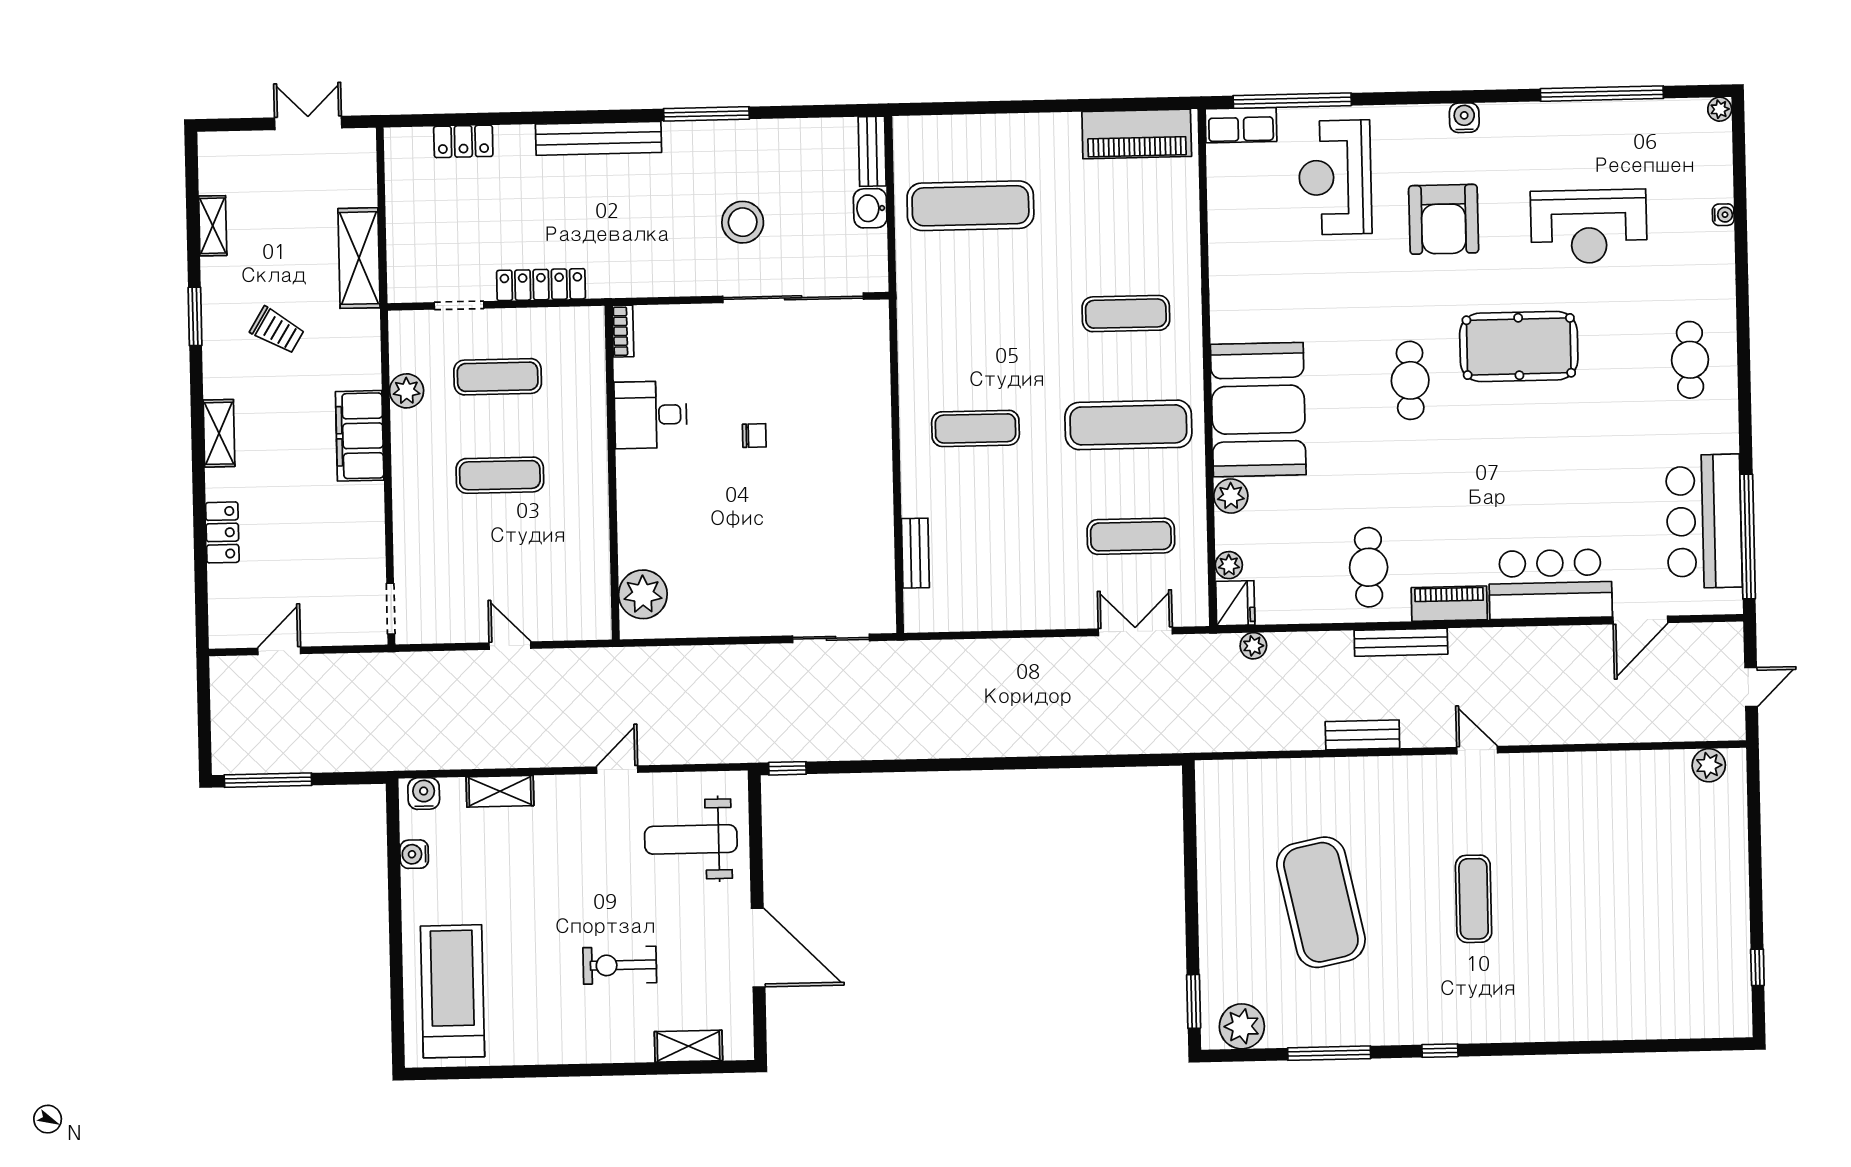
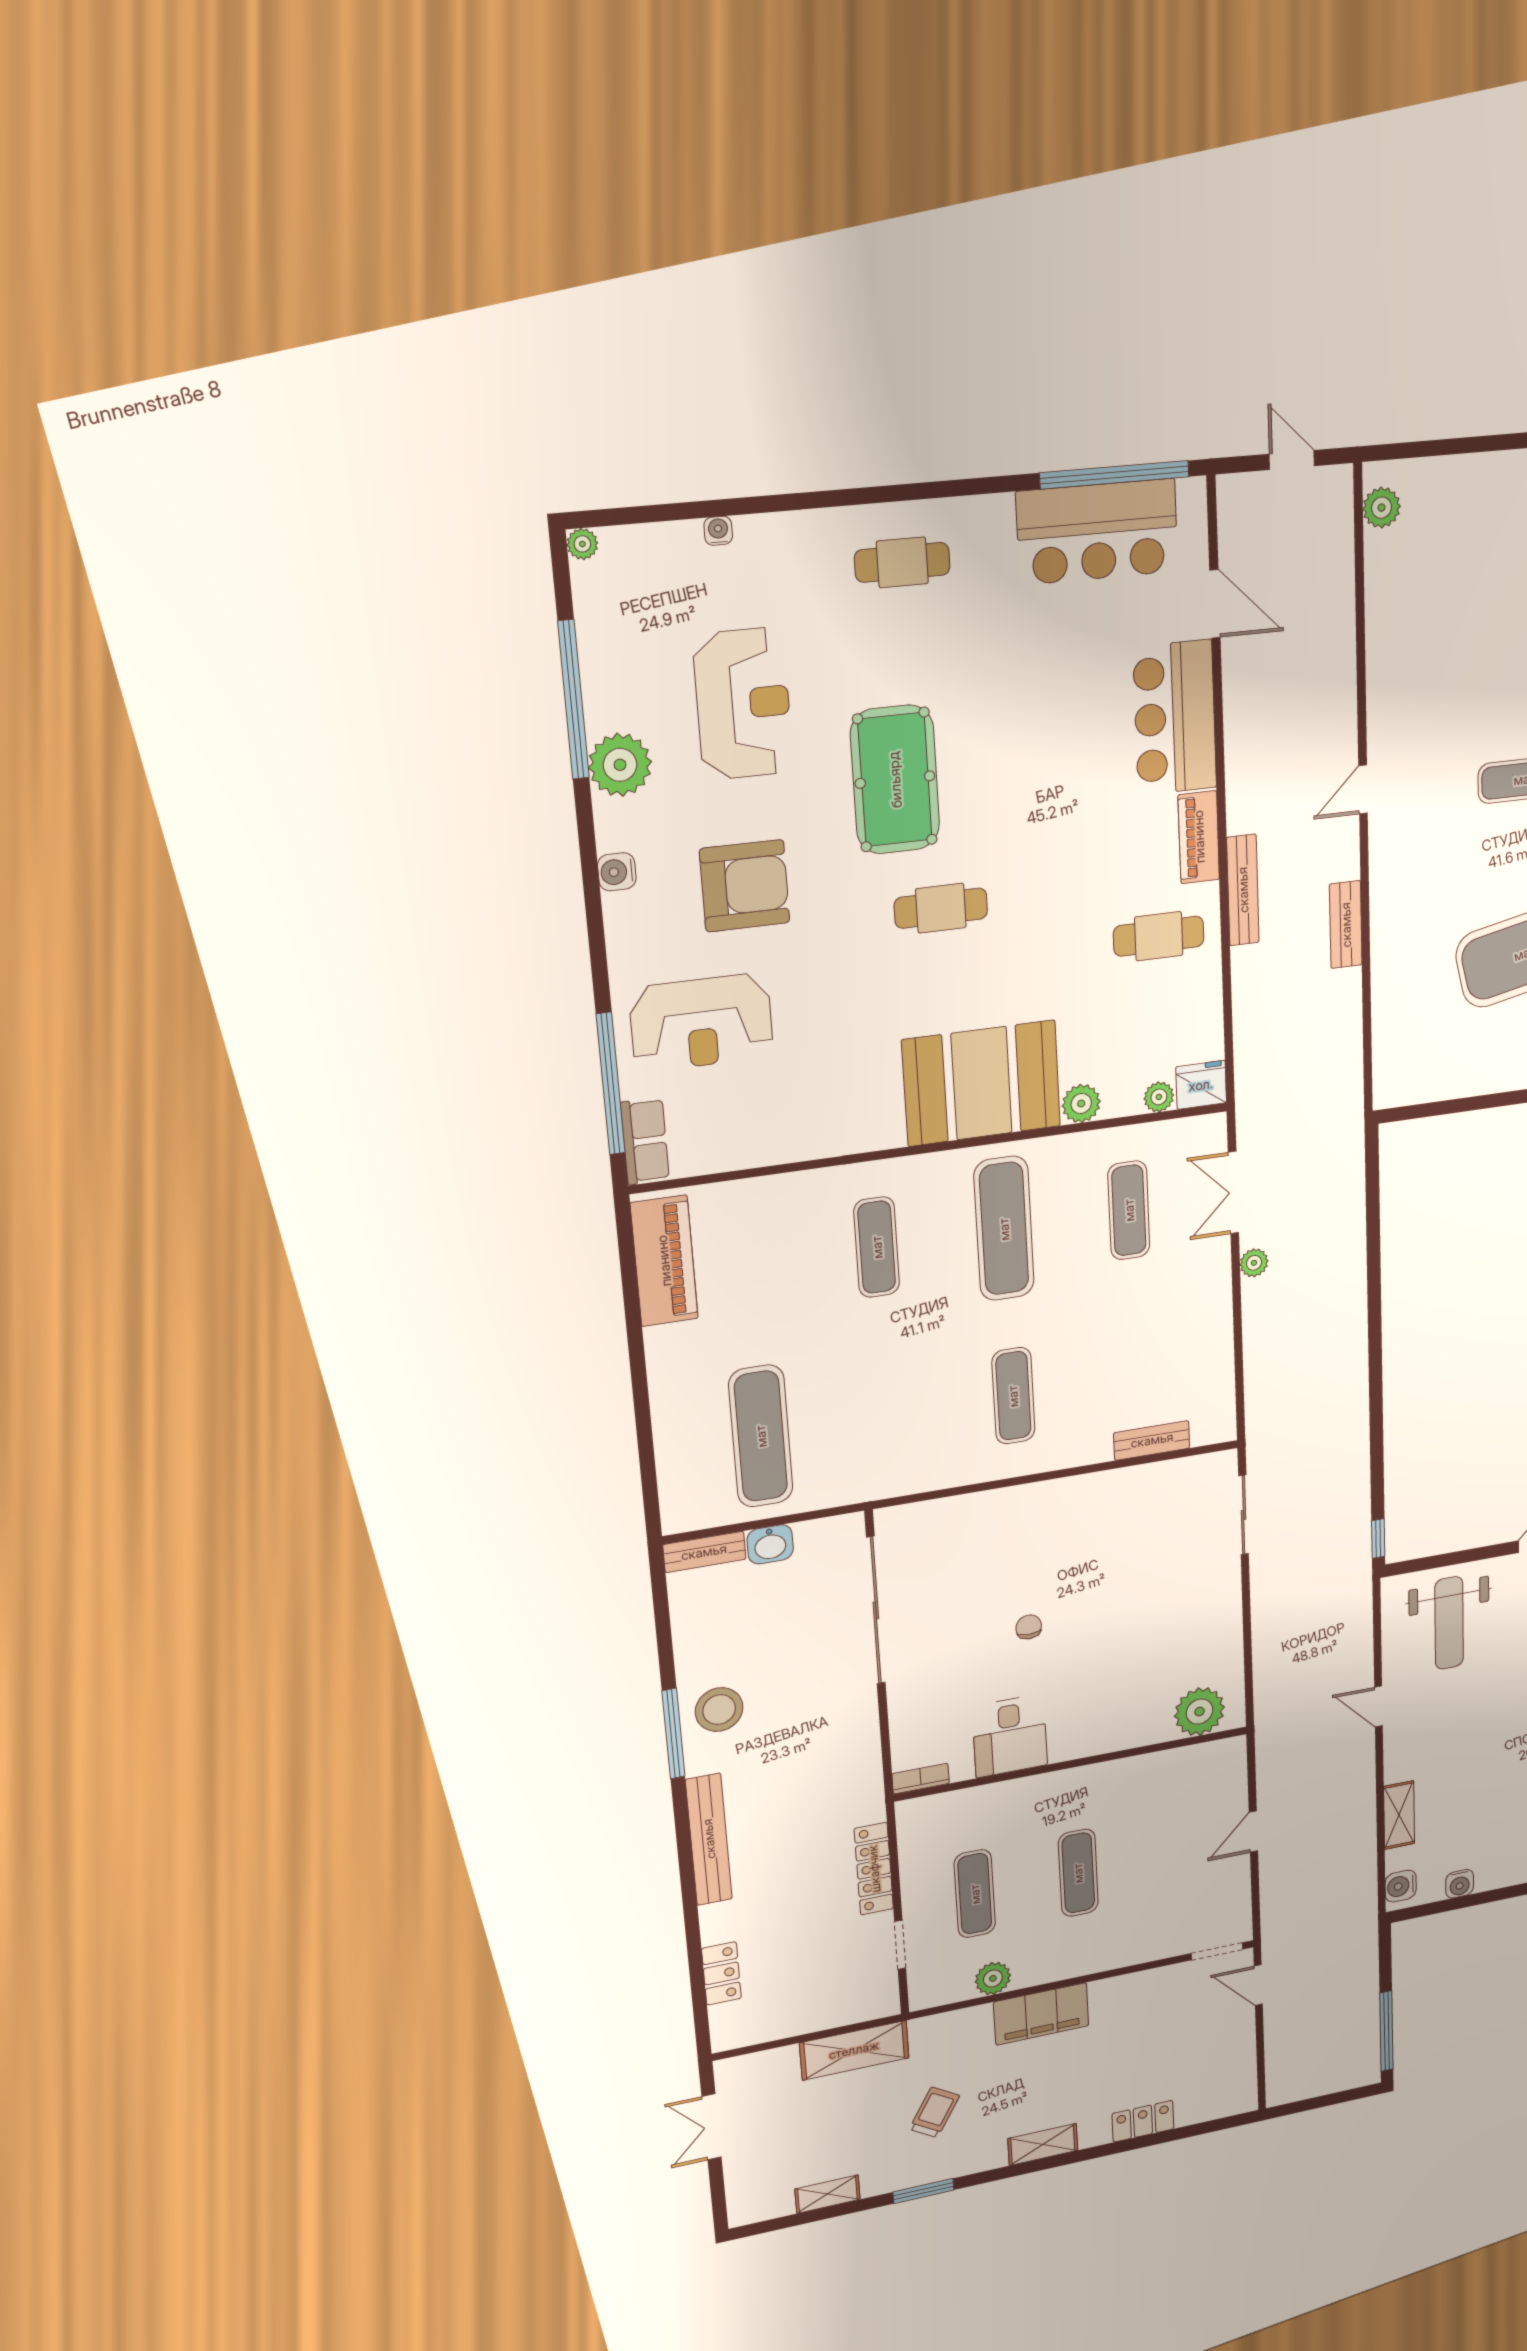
plant: (1549, 126) -> (620, 765), added
stool: (743, 222) -> (719, 1710), moved
plant: (1253, 646) -> (1254, 1263), moved
door: (279, 651) -> (1258, 1985), moved

